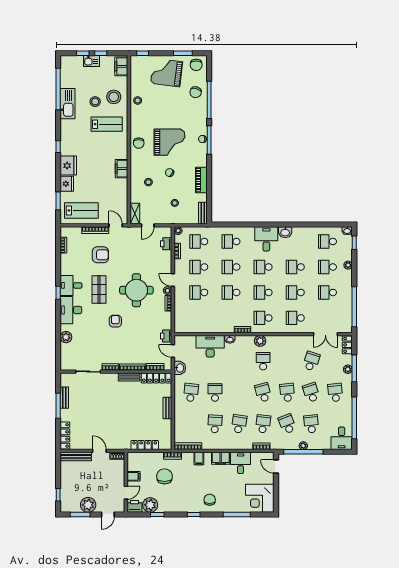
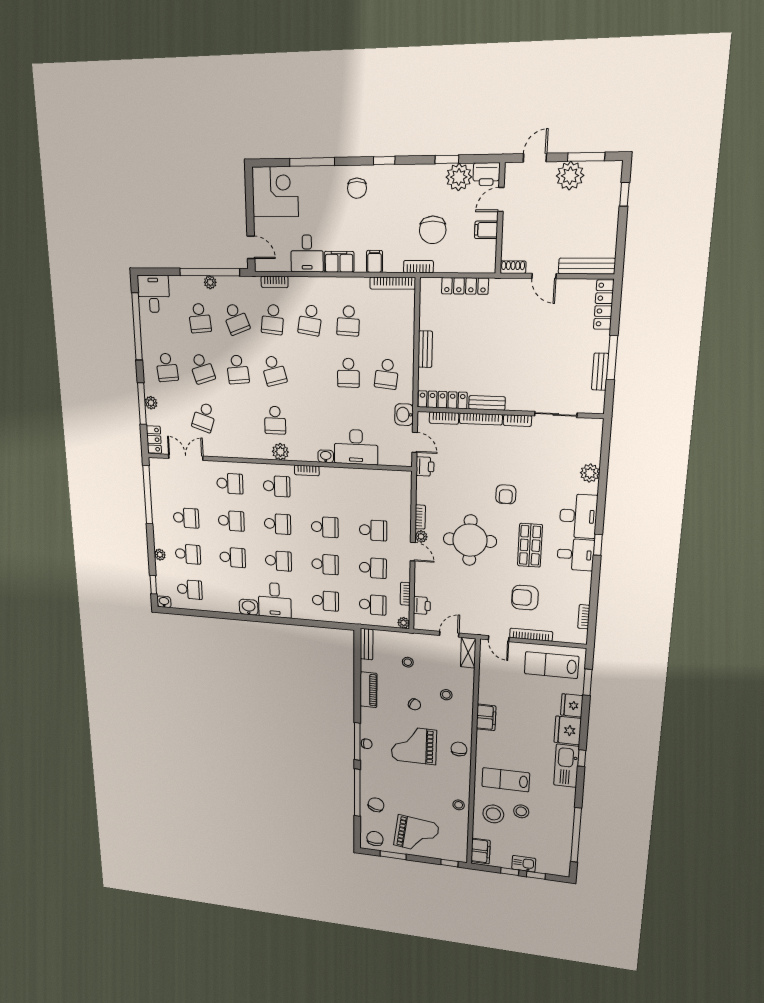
kitchen sink: (68, 104) -> (566, 766), moved

